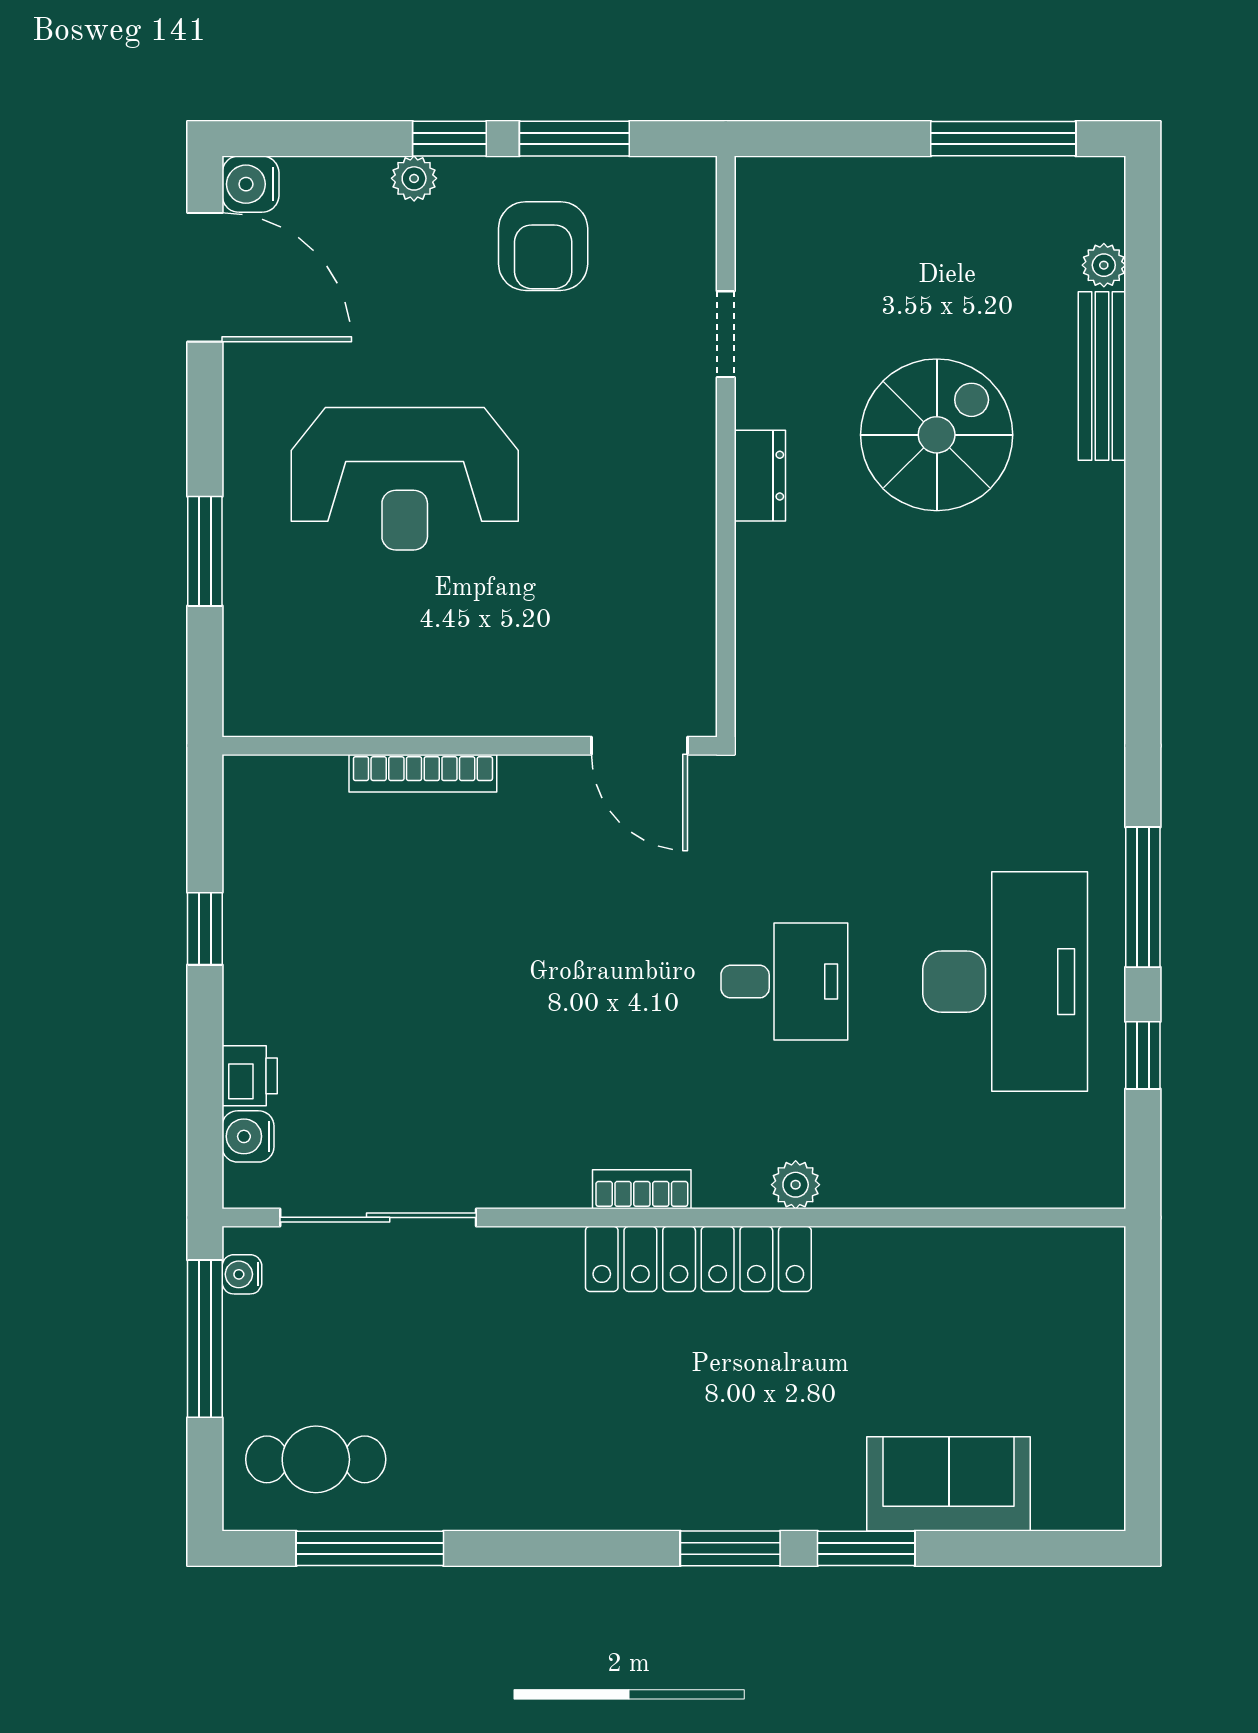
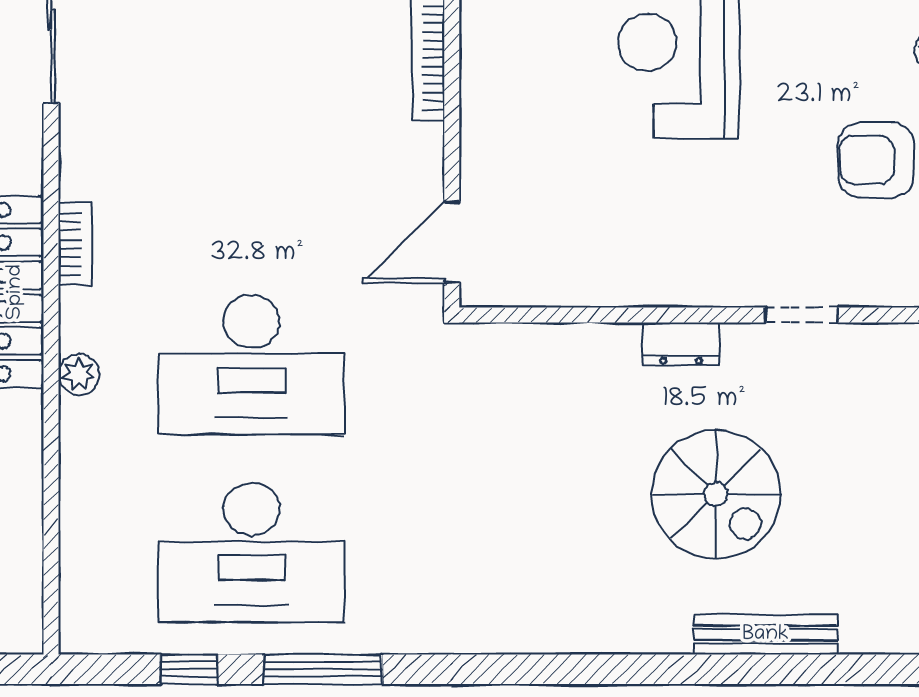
plant: (1104, 265) -> (860, 636), removed
desk: (784, 982) -> (251, 365), width x1.87, depth x1.30

